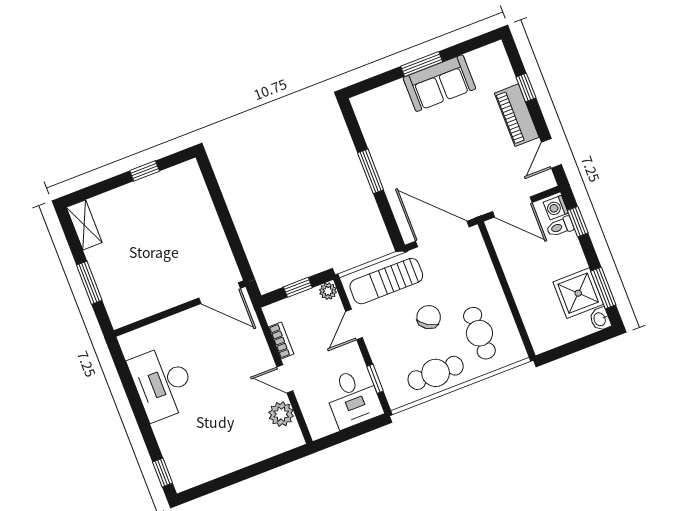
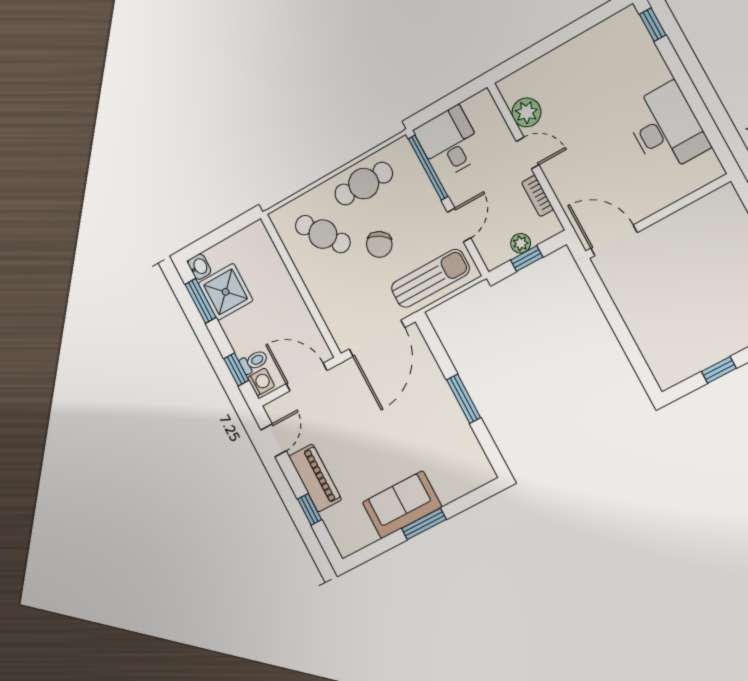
door: (442, 234) -> (377, 338), hinge flipped
plant: (328, 291) -> (521, 243), moved
cafe table: (479, 333) -> (323, 234), turned -36
window: (375, 379) -> (428, 168), width x2.17

